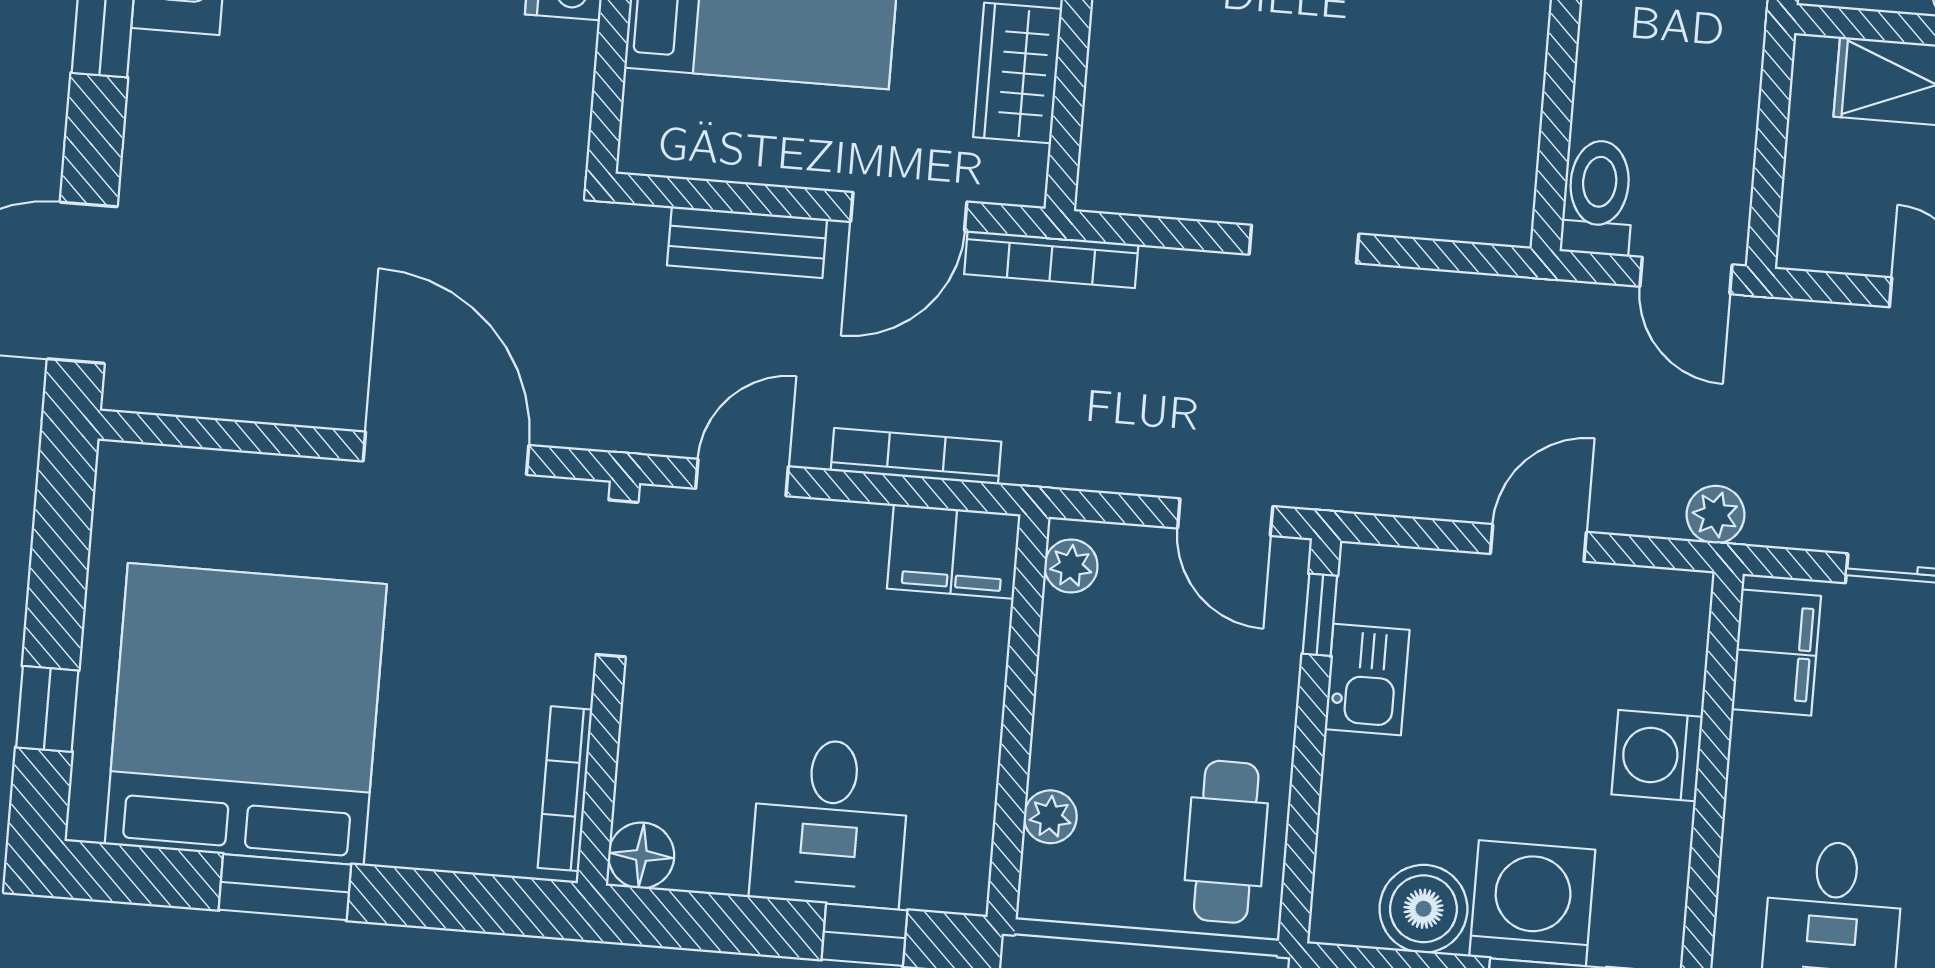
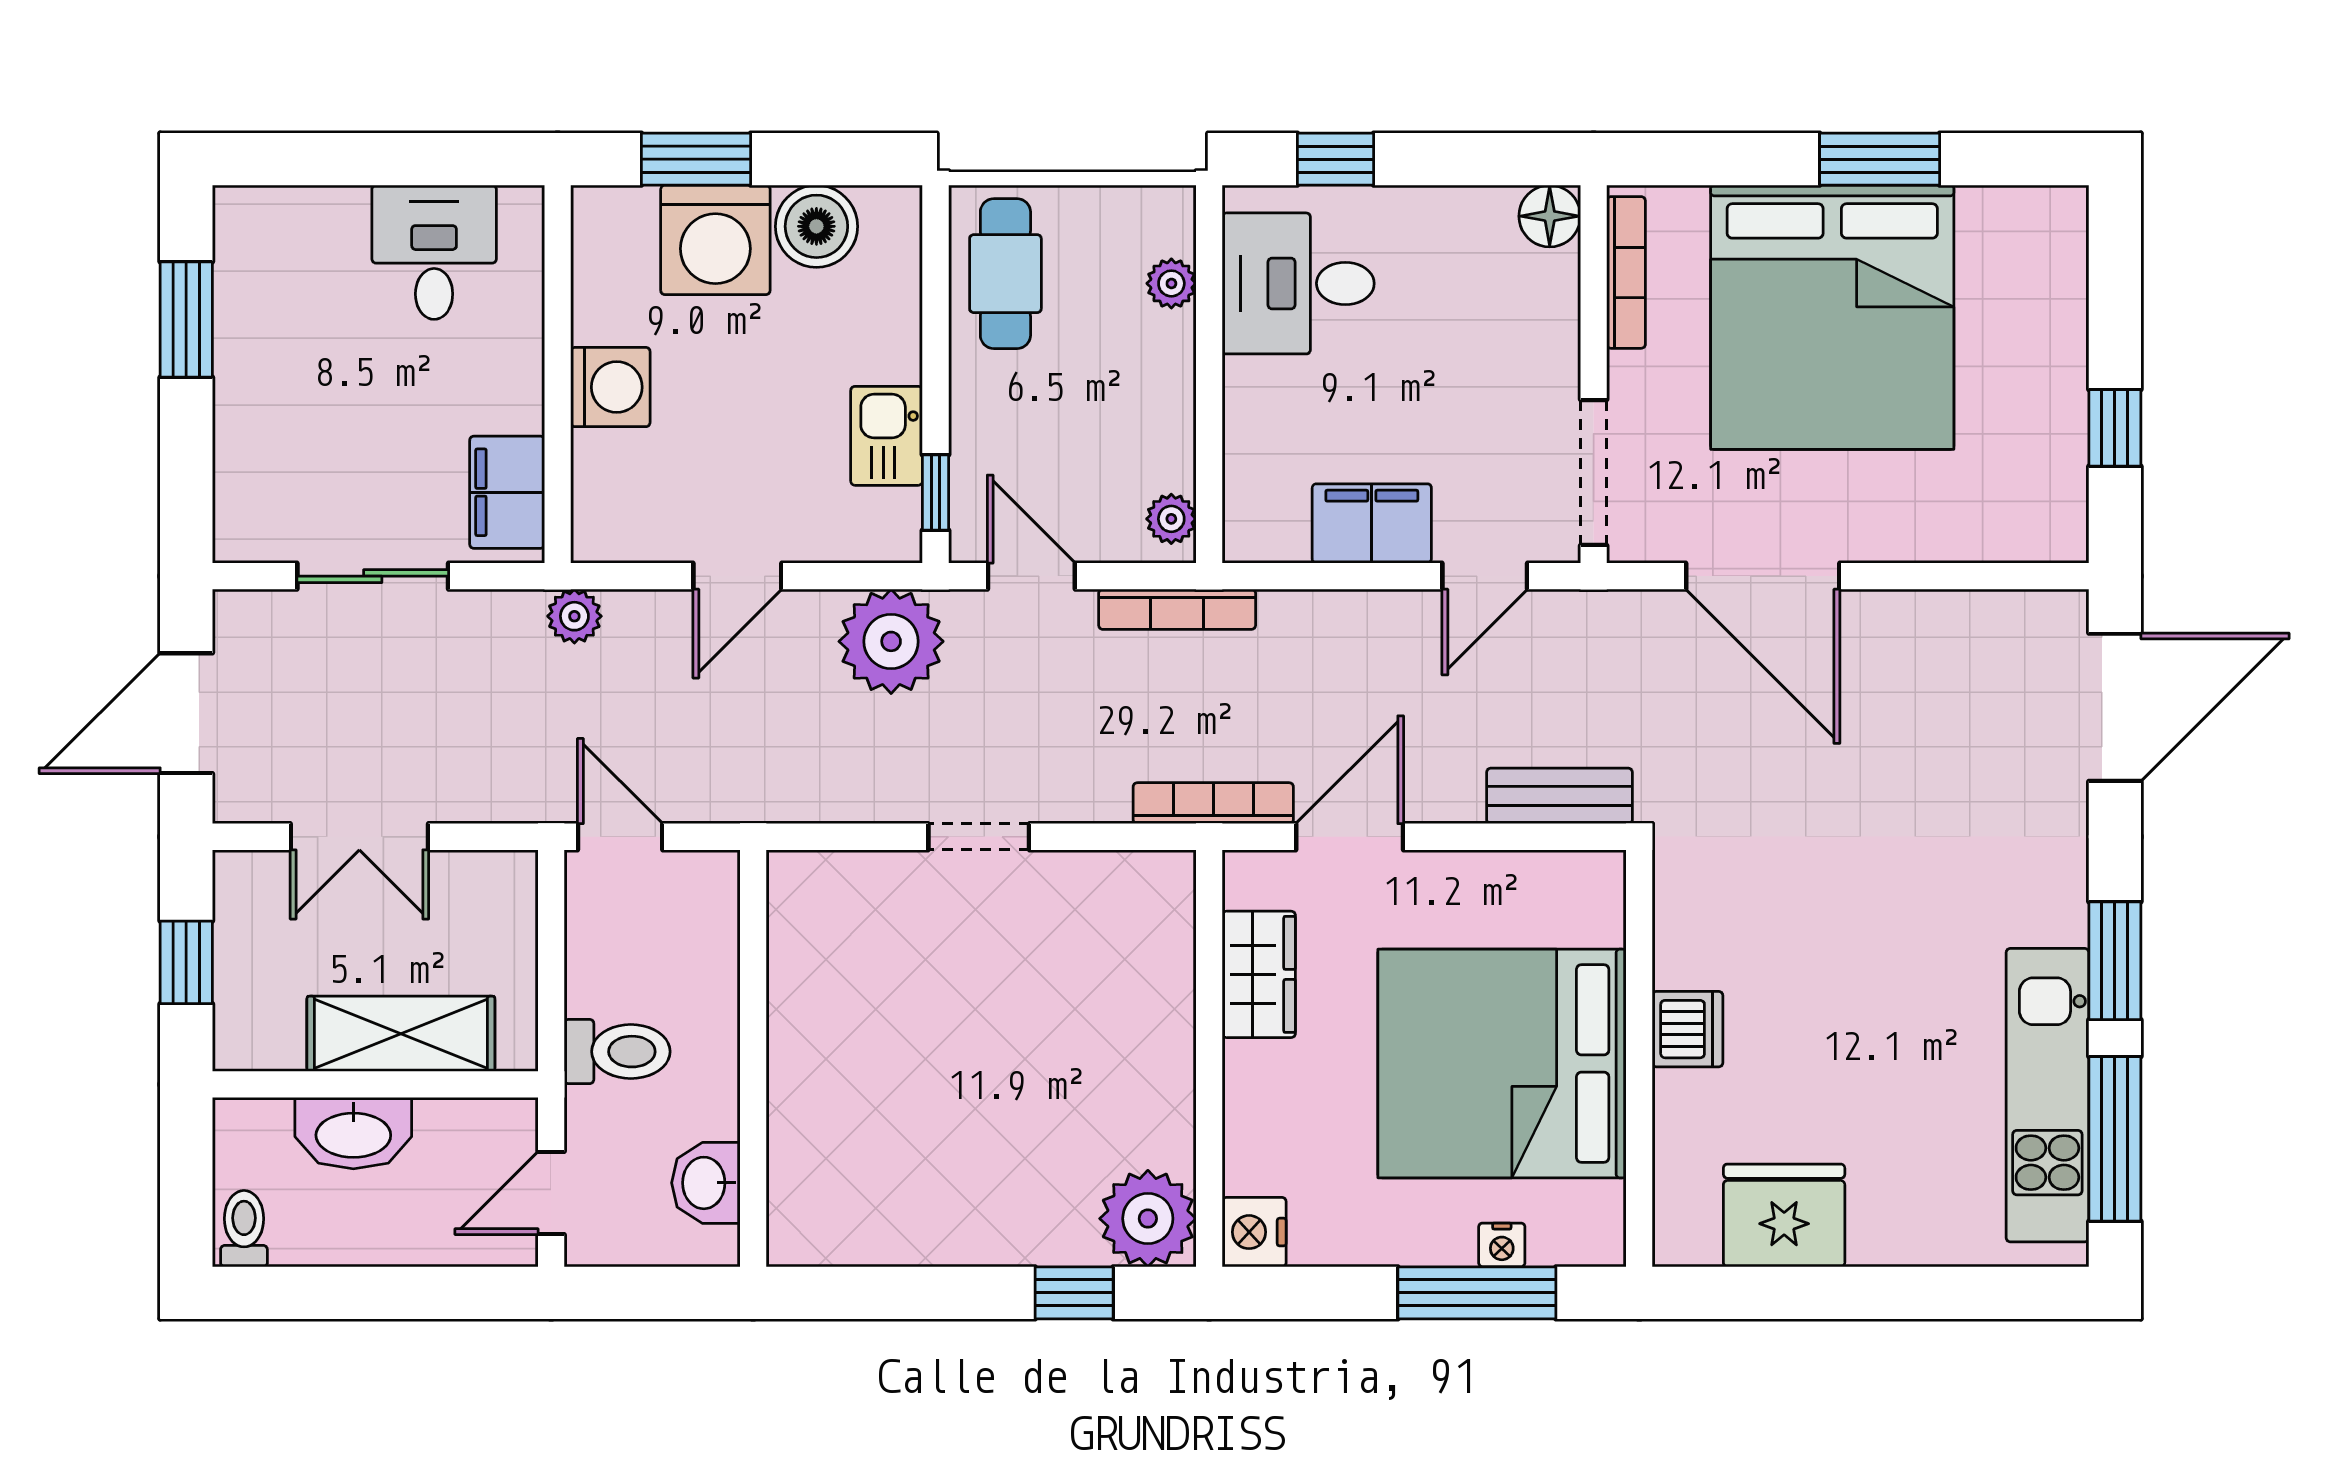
toilet: (1598, 198) -> (617, 1052), moved, turned -90
bench: (747, 242) -> (1559, 796), moved
bookcase: (916, 456) -> (1177, 609), moved
plant: (1380, 460) -> (891, 641), added
filing cabinet: (954, 551) -> (1372, 523), moved
window: (47, 709) -> (2115, 428), moved
bed: (246, 714) -> (1832, 317), moved
desk: (830, 823) -> (1298, 283), moved, turned -90

